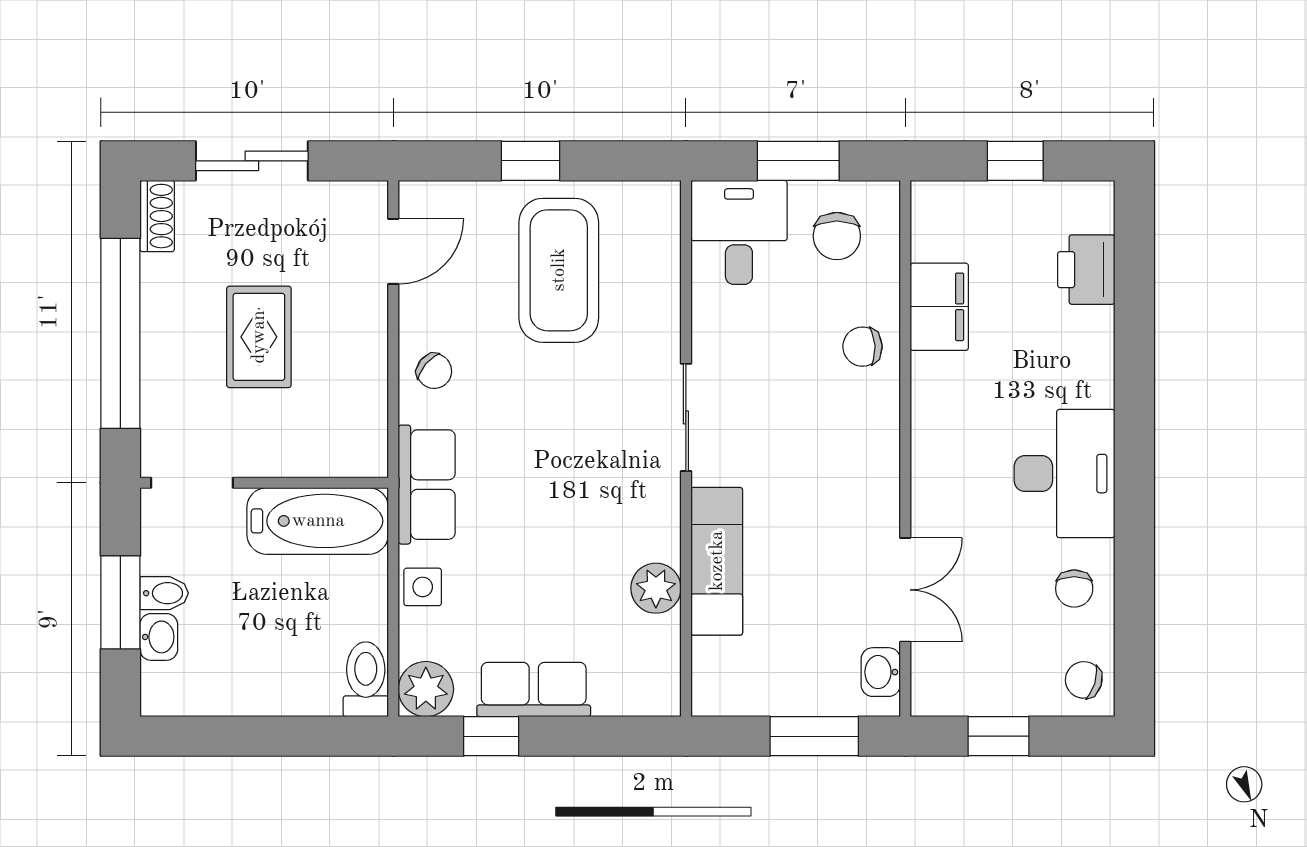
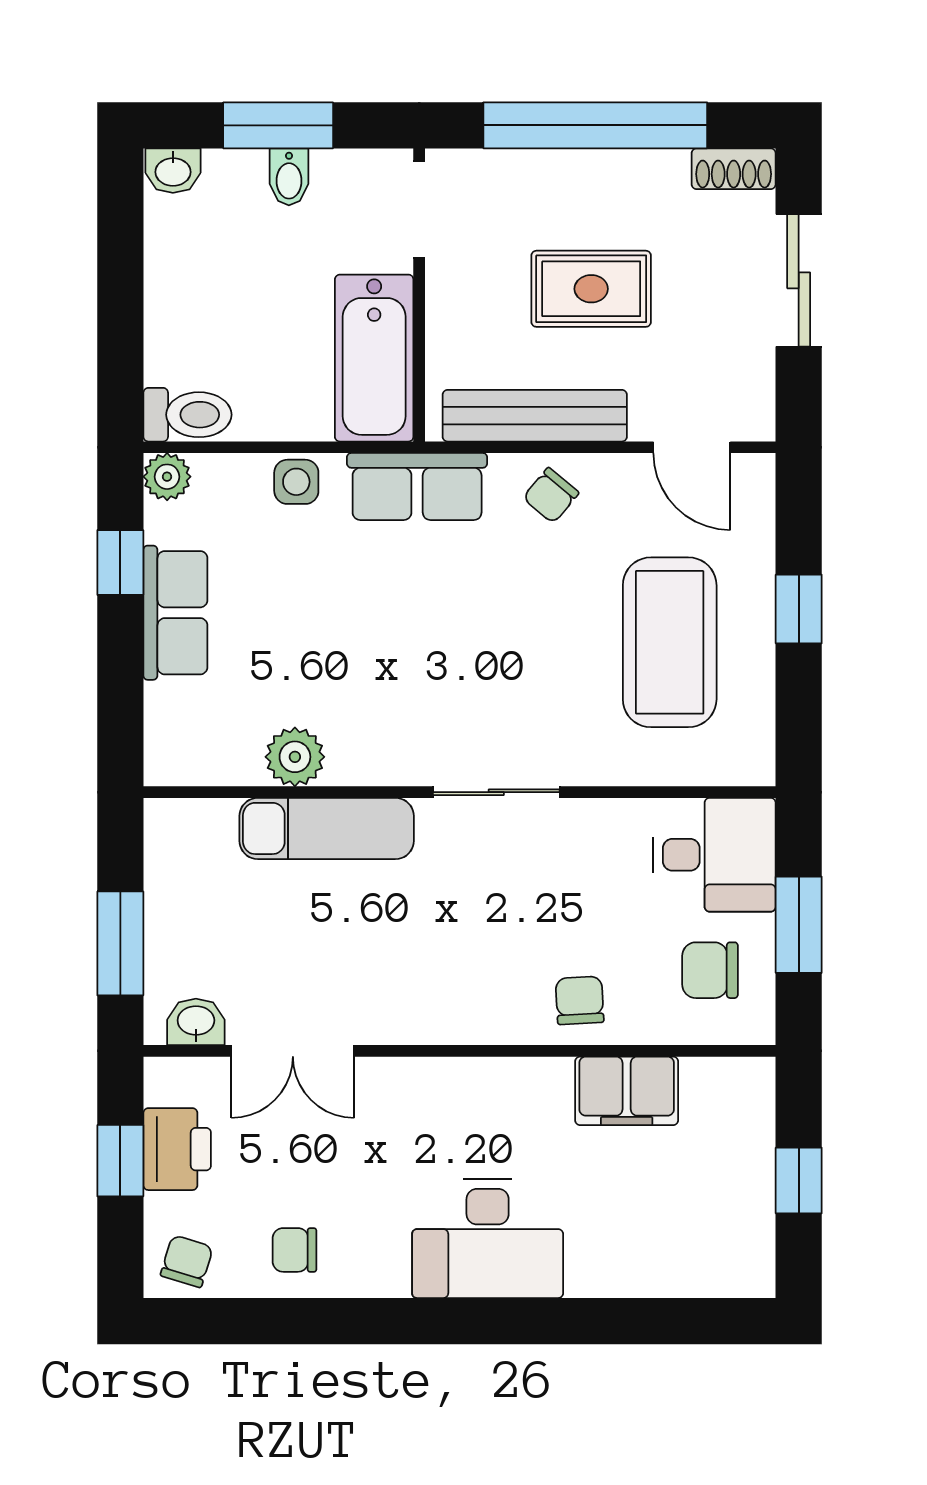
coffee table: (559, 270) -> (670, 642), turned 90
printer: (1086, 270) -> (177, 1149), moved, turned 90
bench: (367, 385) -> (535, 416), added
desk: (1065, 474) -> (488, 1239), moved
washbasin: (159, 637) -> (173, 171), moved
plant: (426, 689) -> (167, 477), width x0.73, depth x0.73

